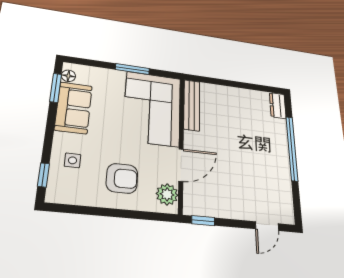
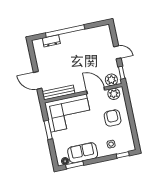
door: (219, 82) -> (38, 80), added
dresser: (278, 106) -> (51, 41), moved
plant: (194, 198) -> (111, 80), added
door: (267, 226) -> (117, 52), moved

